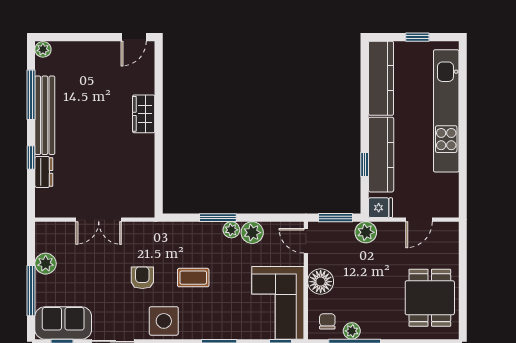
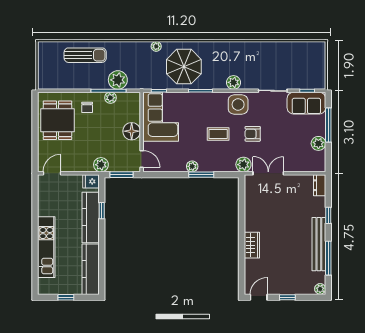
window: (91, 37) -> (287, 297), added
kitchen unit: (446, 111) -> (46, 247), width x0.73
dresser: (44, 172) -> (320, 185), moved
double door: (99, 220) -> (268, 173), moved
door: (419, 220) -> (52, 173), moved
plant: (252, 233) -> (243, 165), moved
armchair: (142, 278) -> (253, 134), turned 90
chair: (327, 321) -> (87, 107), moved

